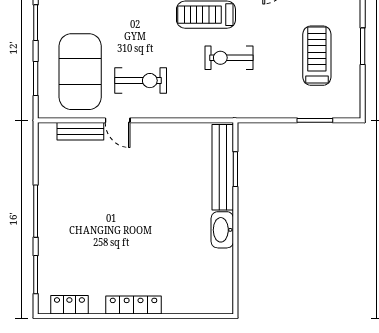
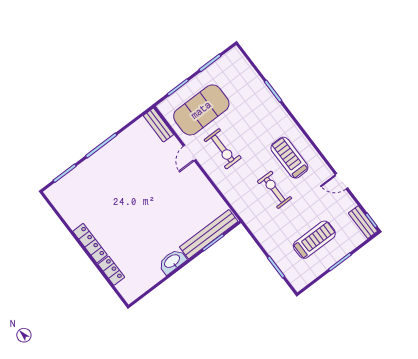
bench: (80, 131) -> (158, 125), moved
locker: (69, 305) -> (111, 271), moved

